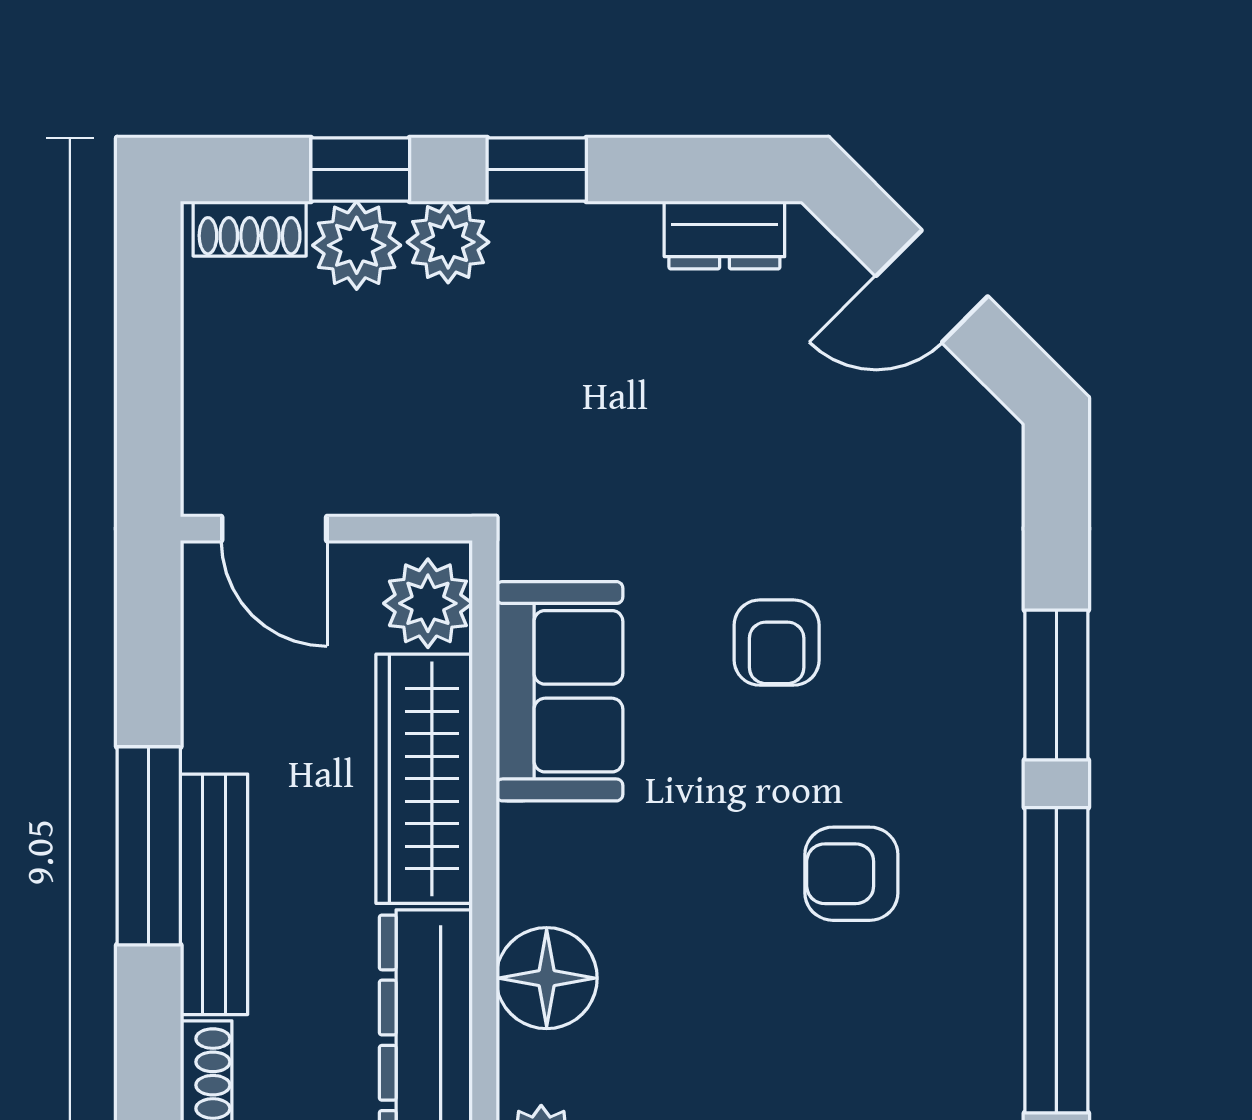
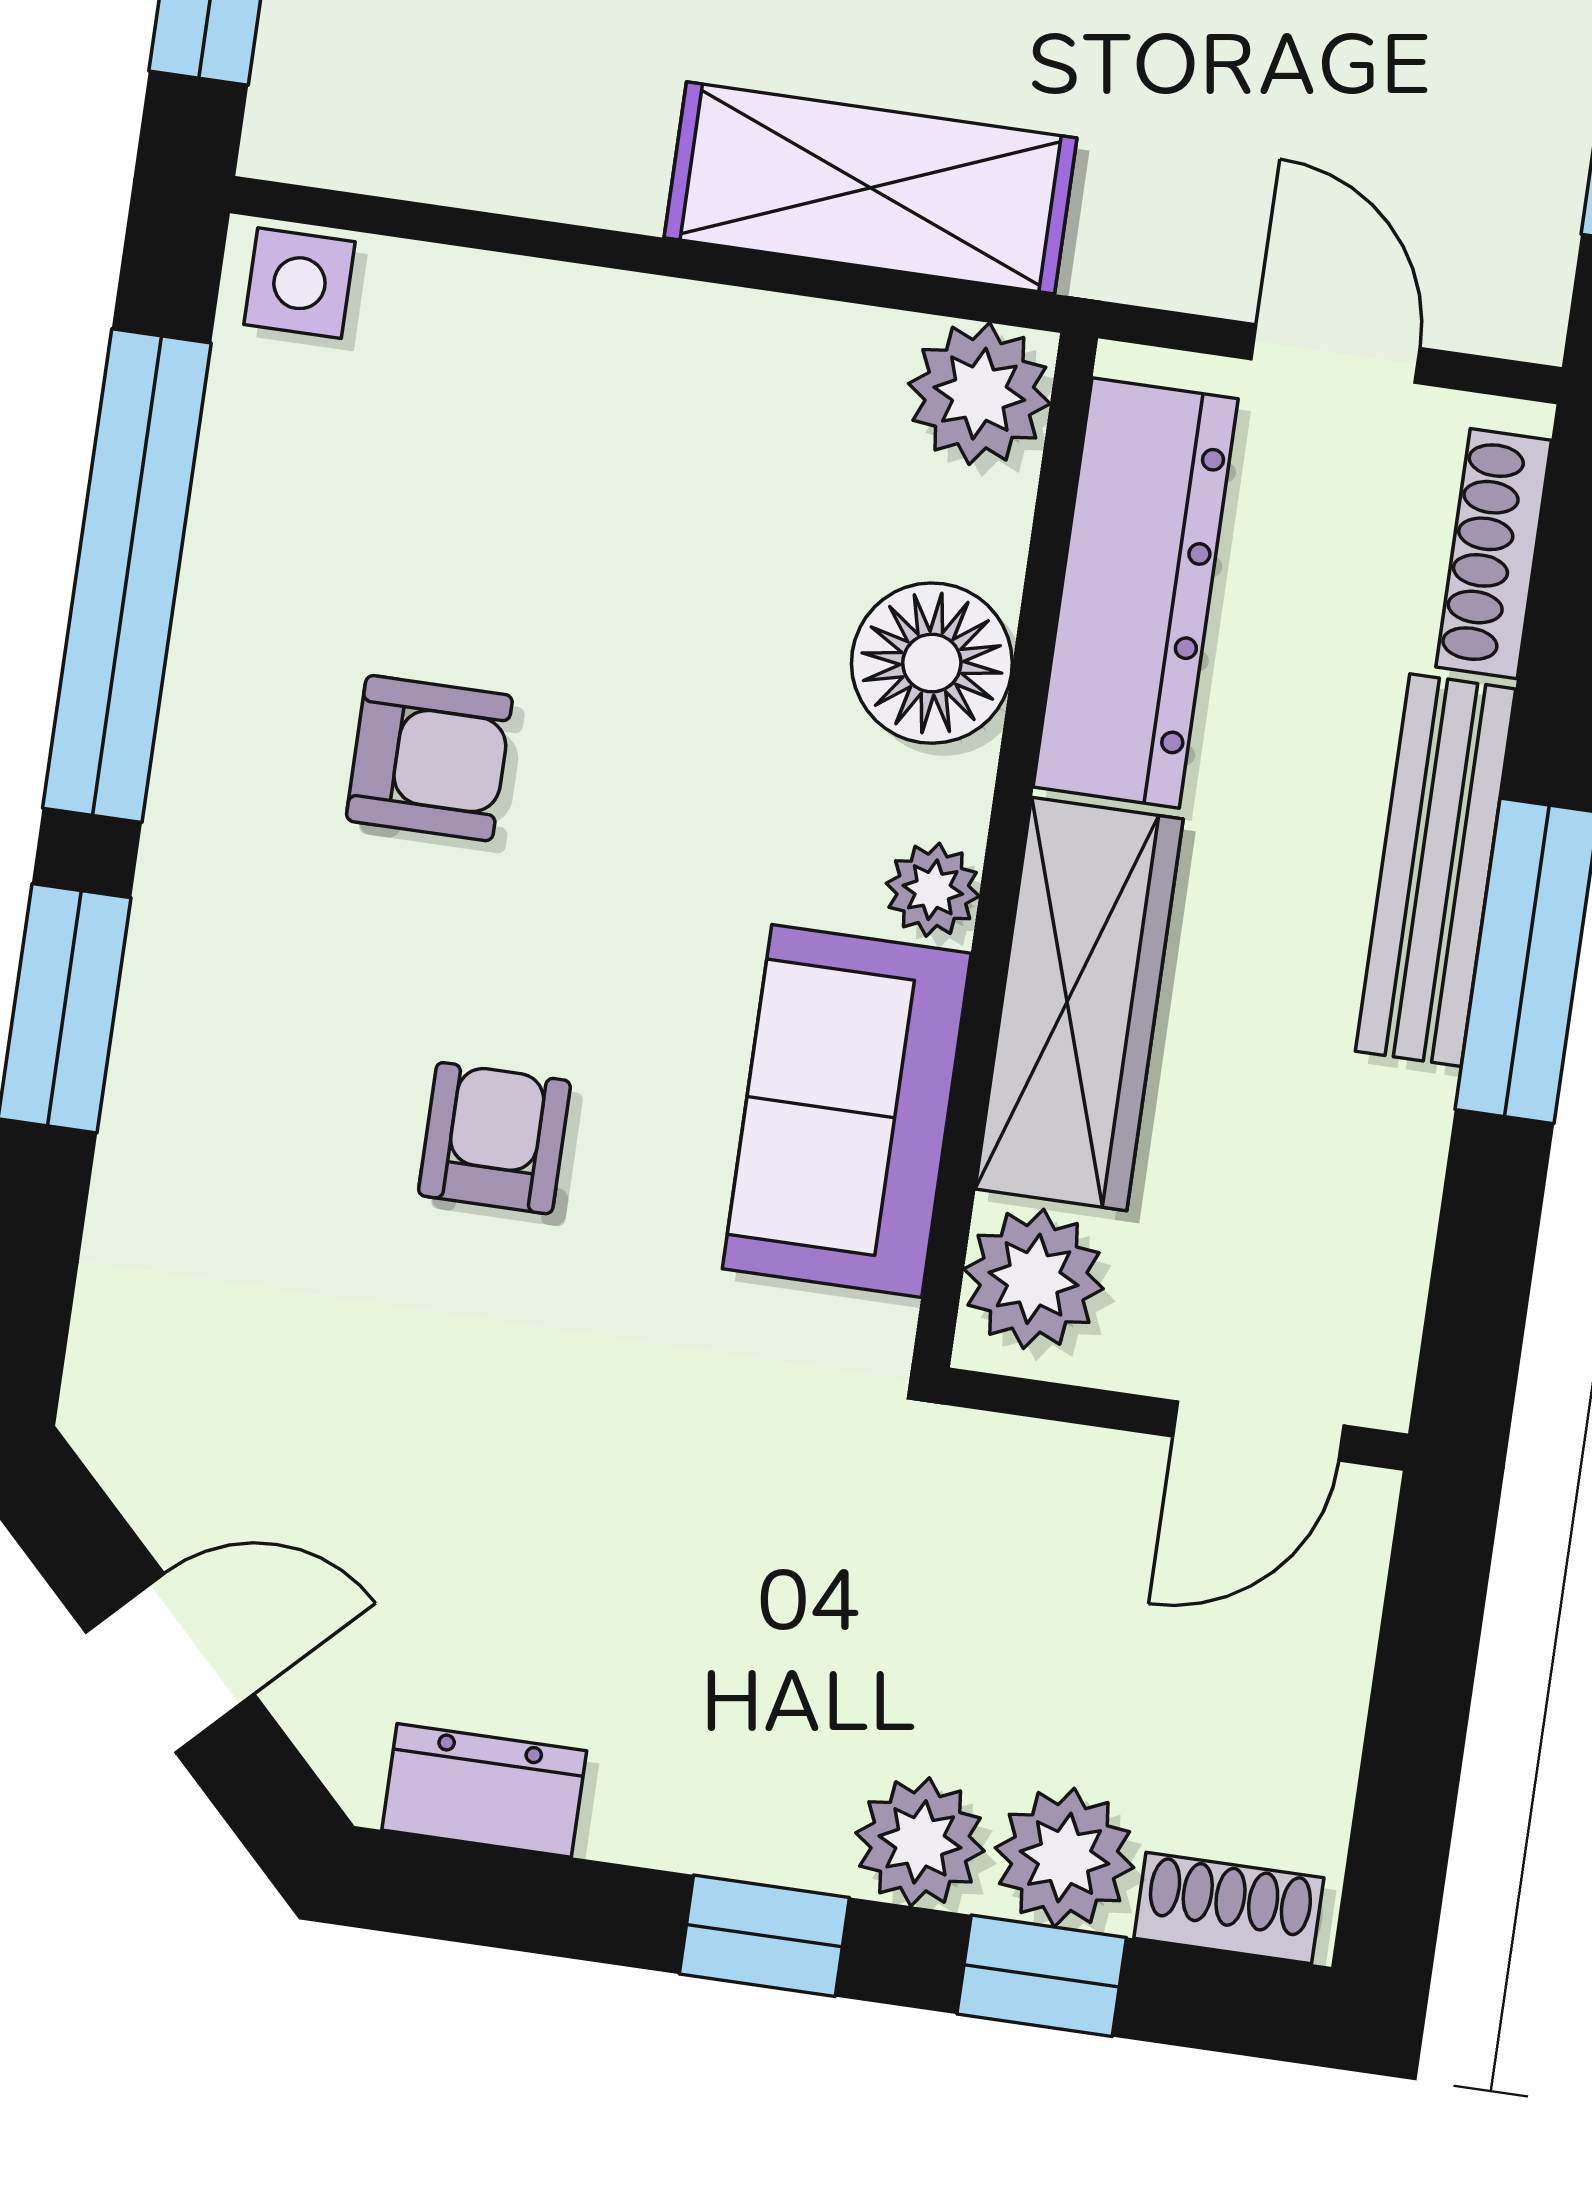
door: (274, 529) -> (1258, 1431), swing flipped
plant: (526, 837) -> (933, 890), added

